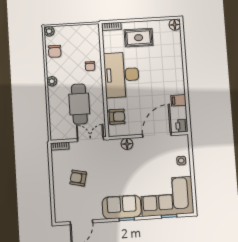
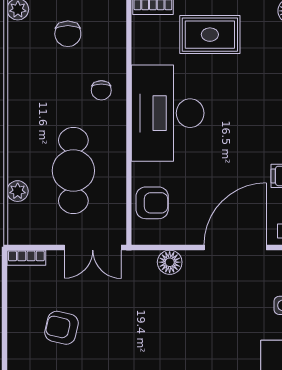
chair: (55, 51) -> (68, 34), moved
plant: (52, 81) -> (18, 191), moved
double door: (91, 139) -> (93, 247), swing flipped

